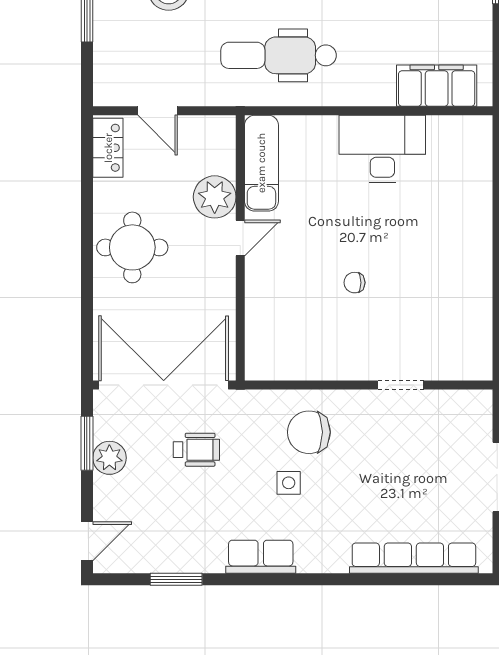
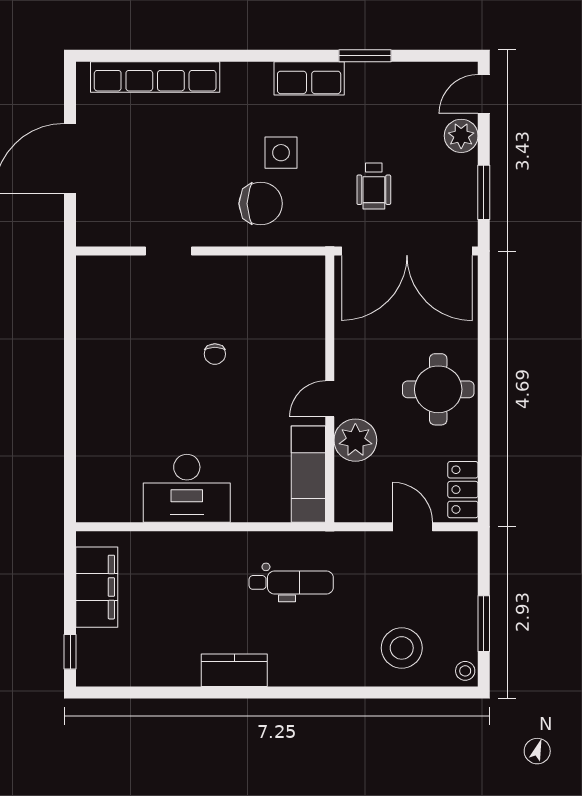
dental chair: (279, 55) -> (291, 582), width x0.73, depth x0.72
filing cabinet: (437, 86) -> (97, 587), moved, turned -90
chair: (354, 283) -> (215, 354), turned 90
wheelchair: (196, 450) -> (374, 186), turned -90
plant: (109, 458) -> (461, 136), moved
side table: (289, 483) -> (281, 153), width x1.37, depth x1.37
window: (176, 579) -> (365, 56), moved

